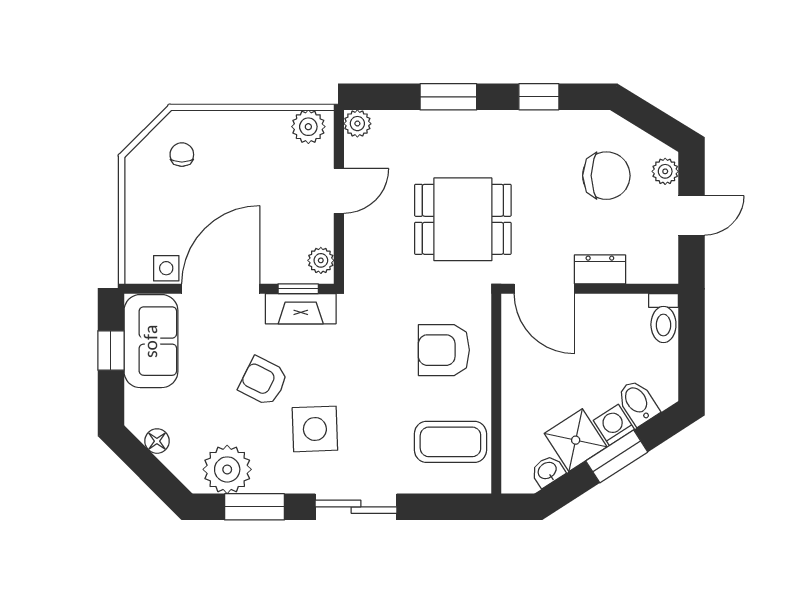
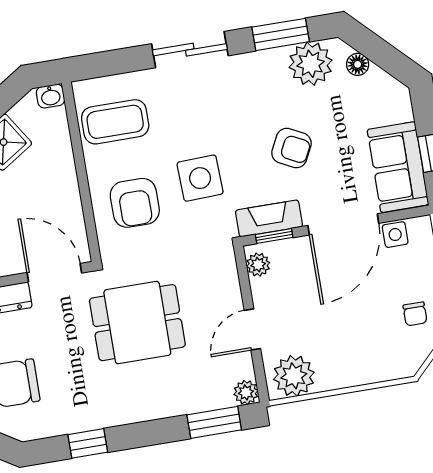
window: (448, 97) -> (214, 422), moved
plant: (308, 127) -> (294, 376), width x1.36, depth x1.36
chair: (182, 155) -> (415, 314), moved
armchair: (444, 350) -> (135, 203), turned 90
side table: (315, 429) -> (200, 178), moved
floor lamp: (157, 441) -> (358, 64), moved
washbasin: (548, 471) -> (51, 96), moved, turned 33

